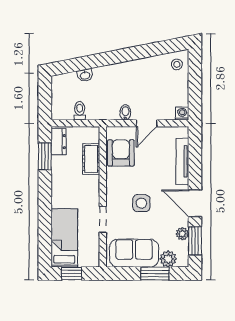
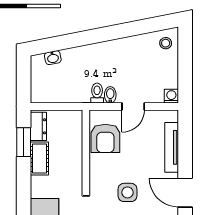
washbasin: (85, 75) -> (53, 58), moved
toilet: (80, 111) -> (97, 93), moved
armchair: (121, 153) -> (105, 138), turned 180
cot: (91, 159) -> (39, 159), moved

